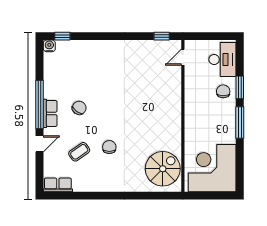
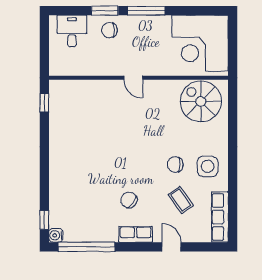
door: (183, 57) -> (133, 78), moved
desk: (222, 60) -> (72, 31), width x0.73
window: (40, 104) -> (87, 247), moved
side table: (108, 174) -> (208, 166), added
row of seats: (58, 185) -> (220, 217), width x1.48

